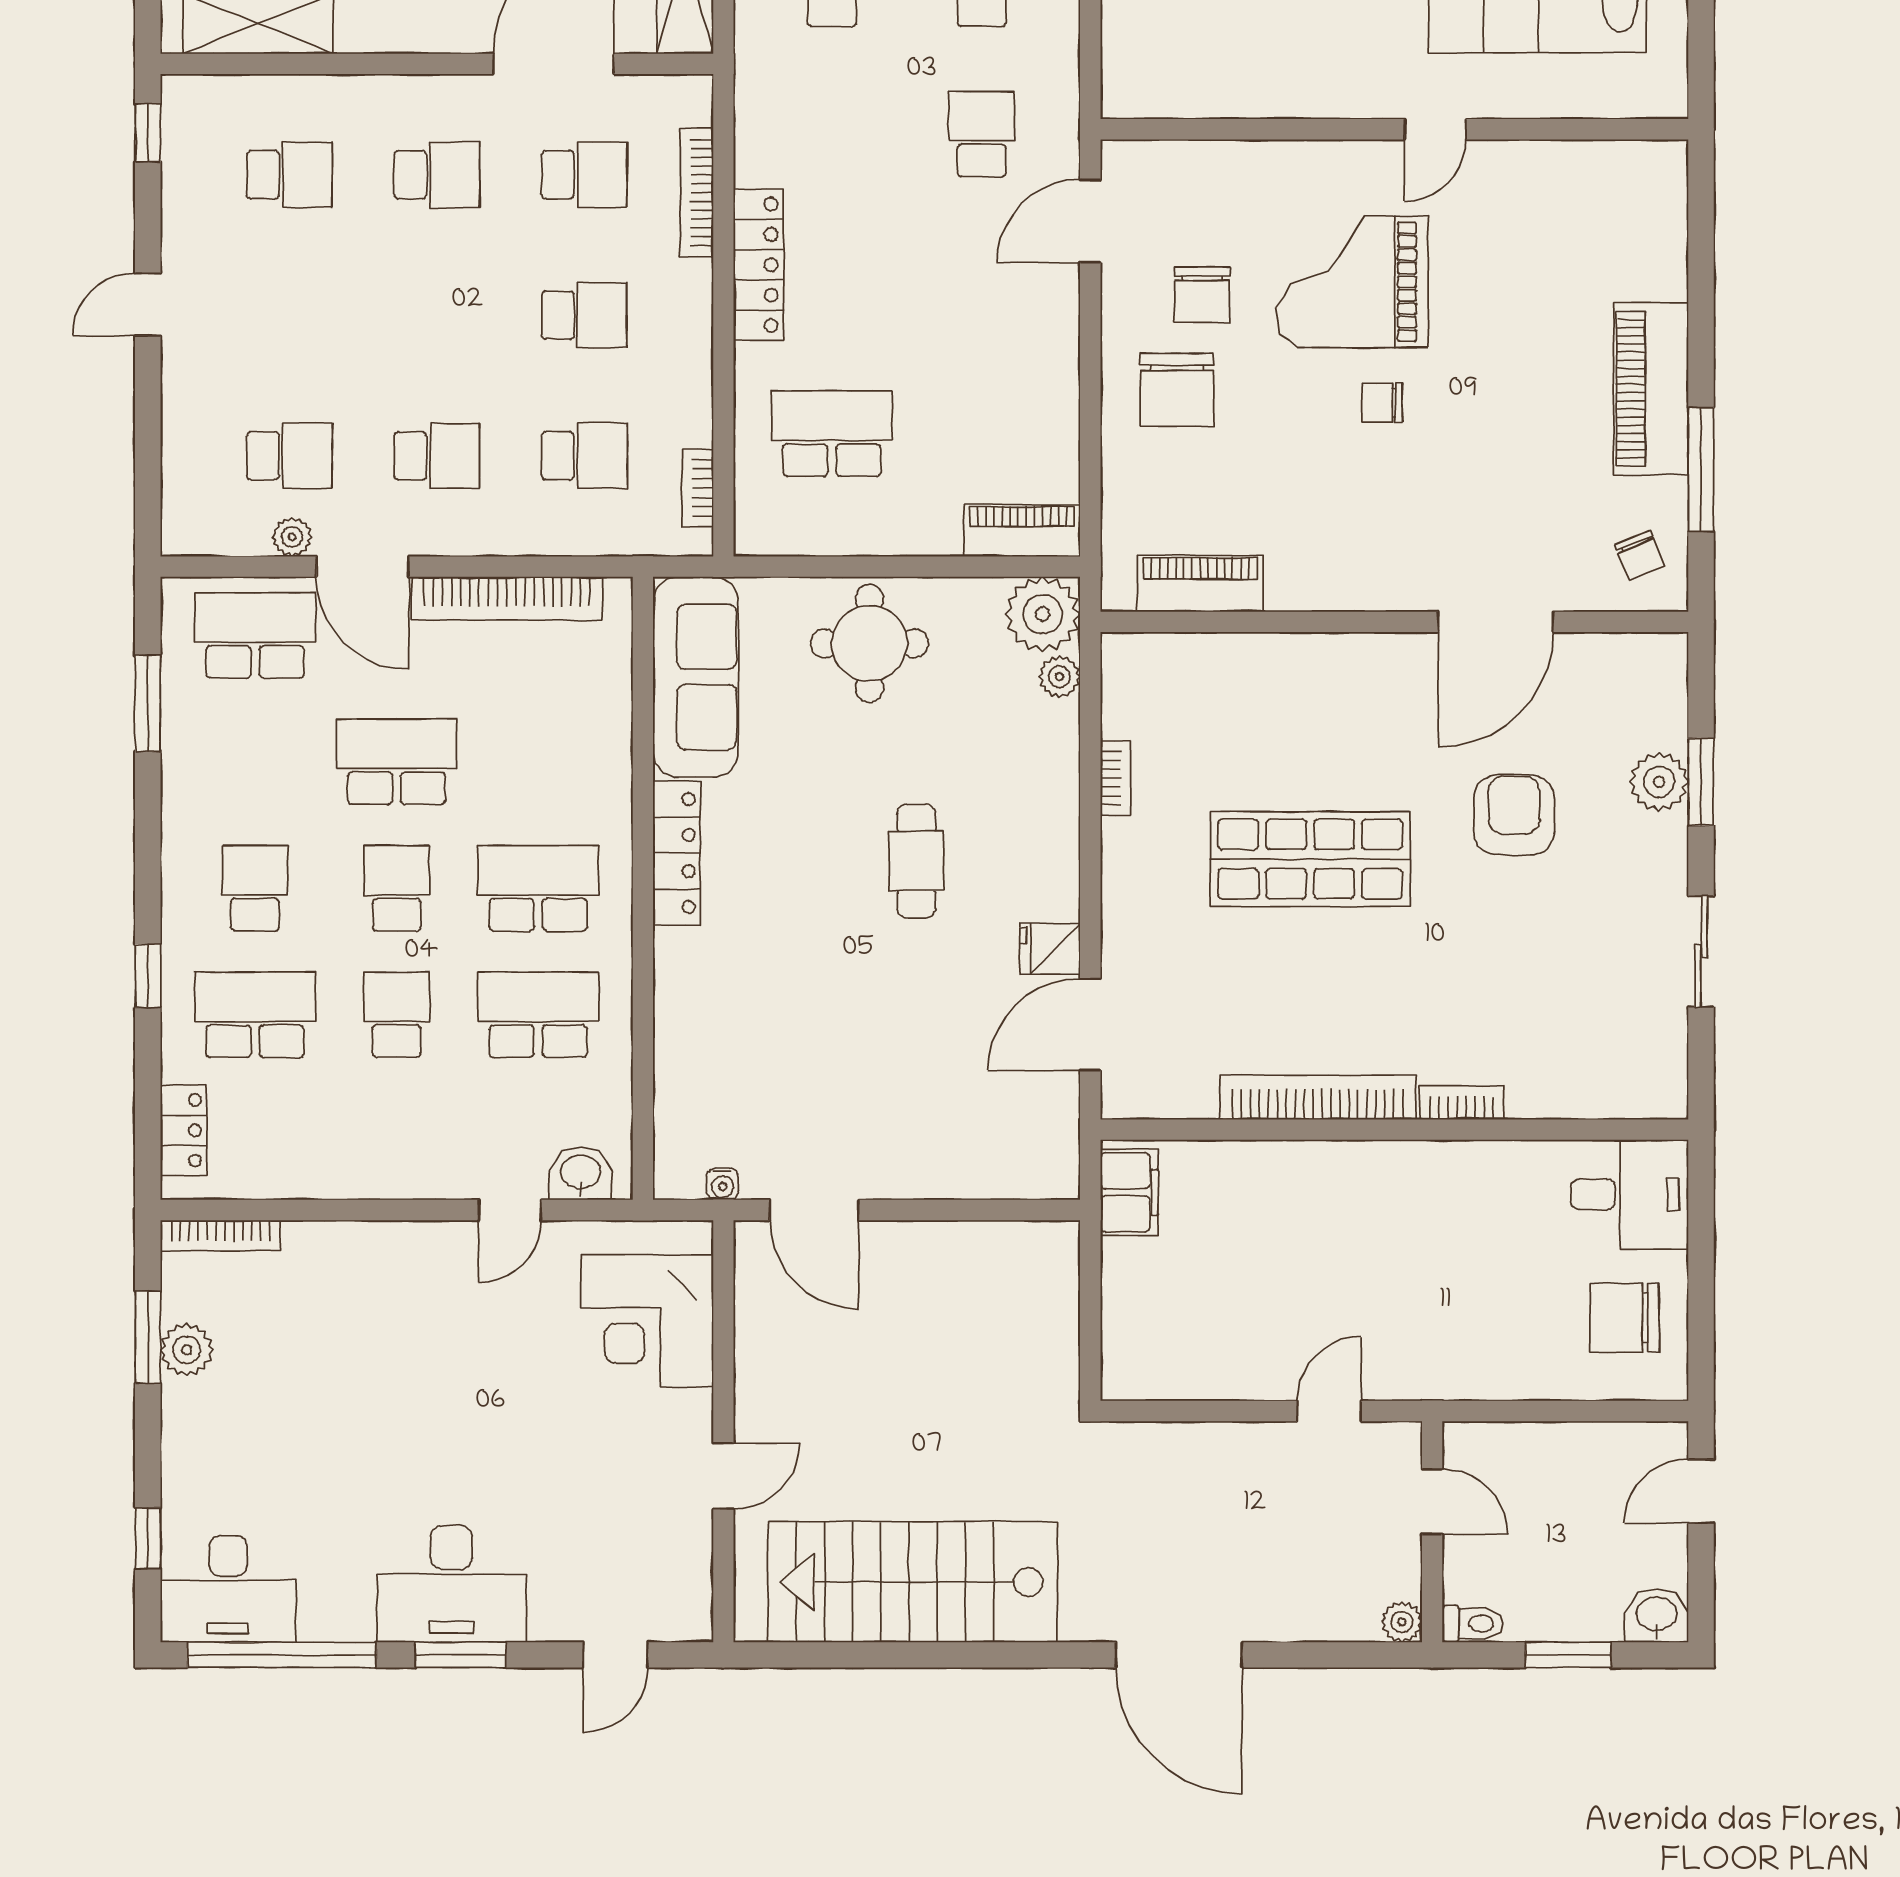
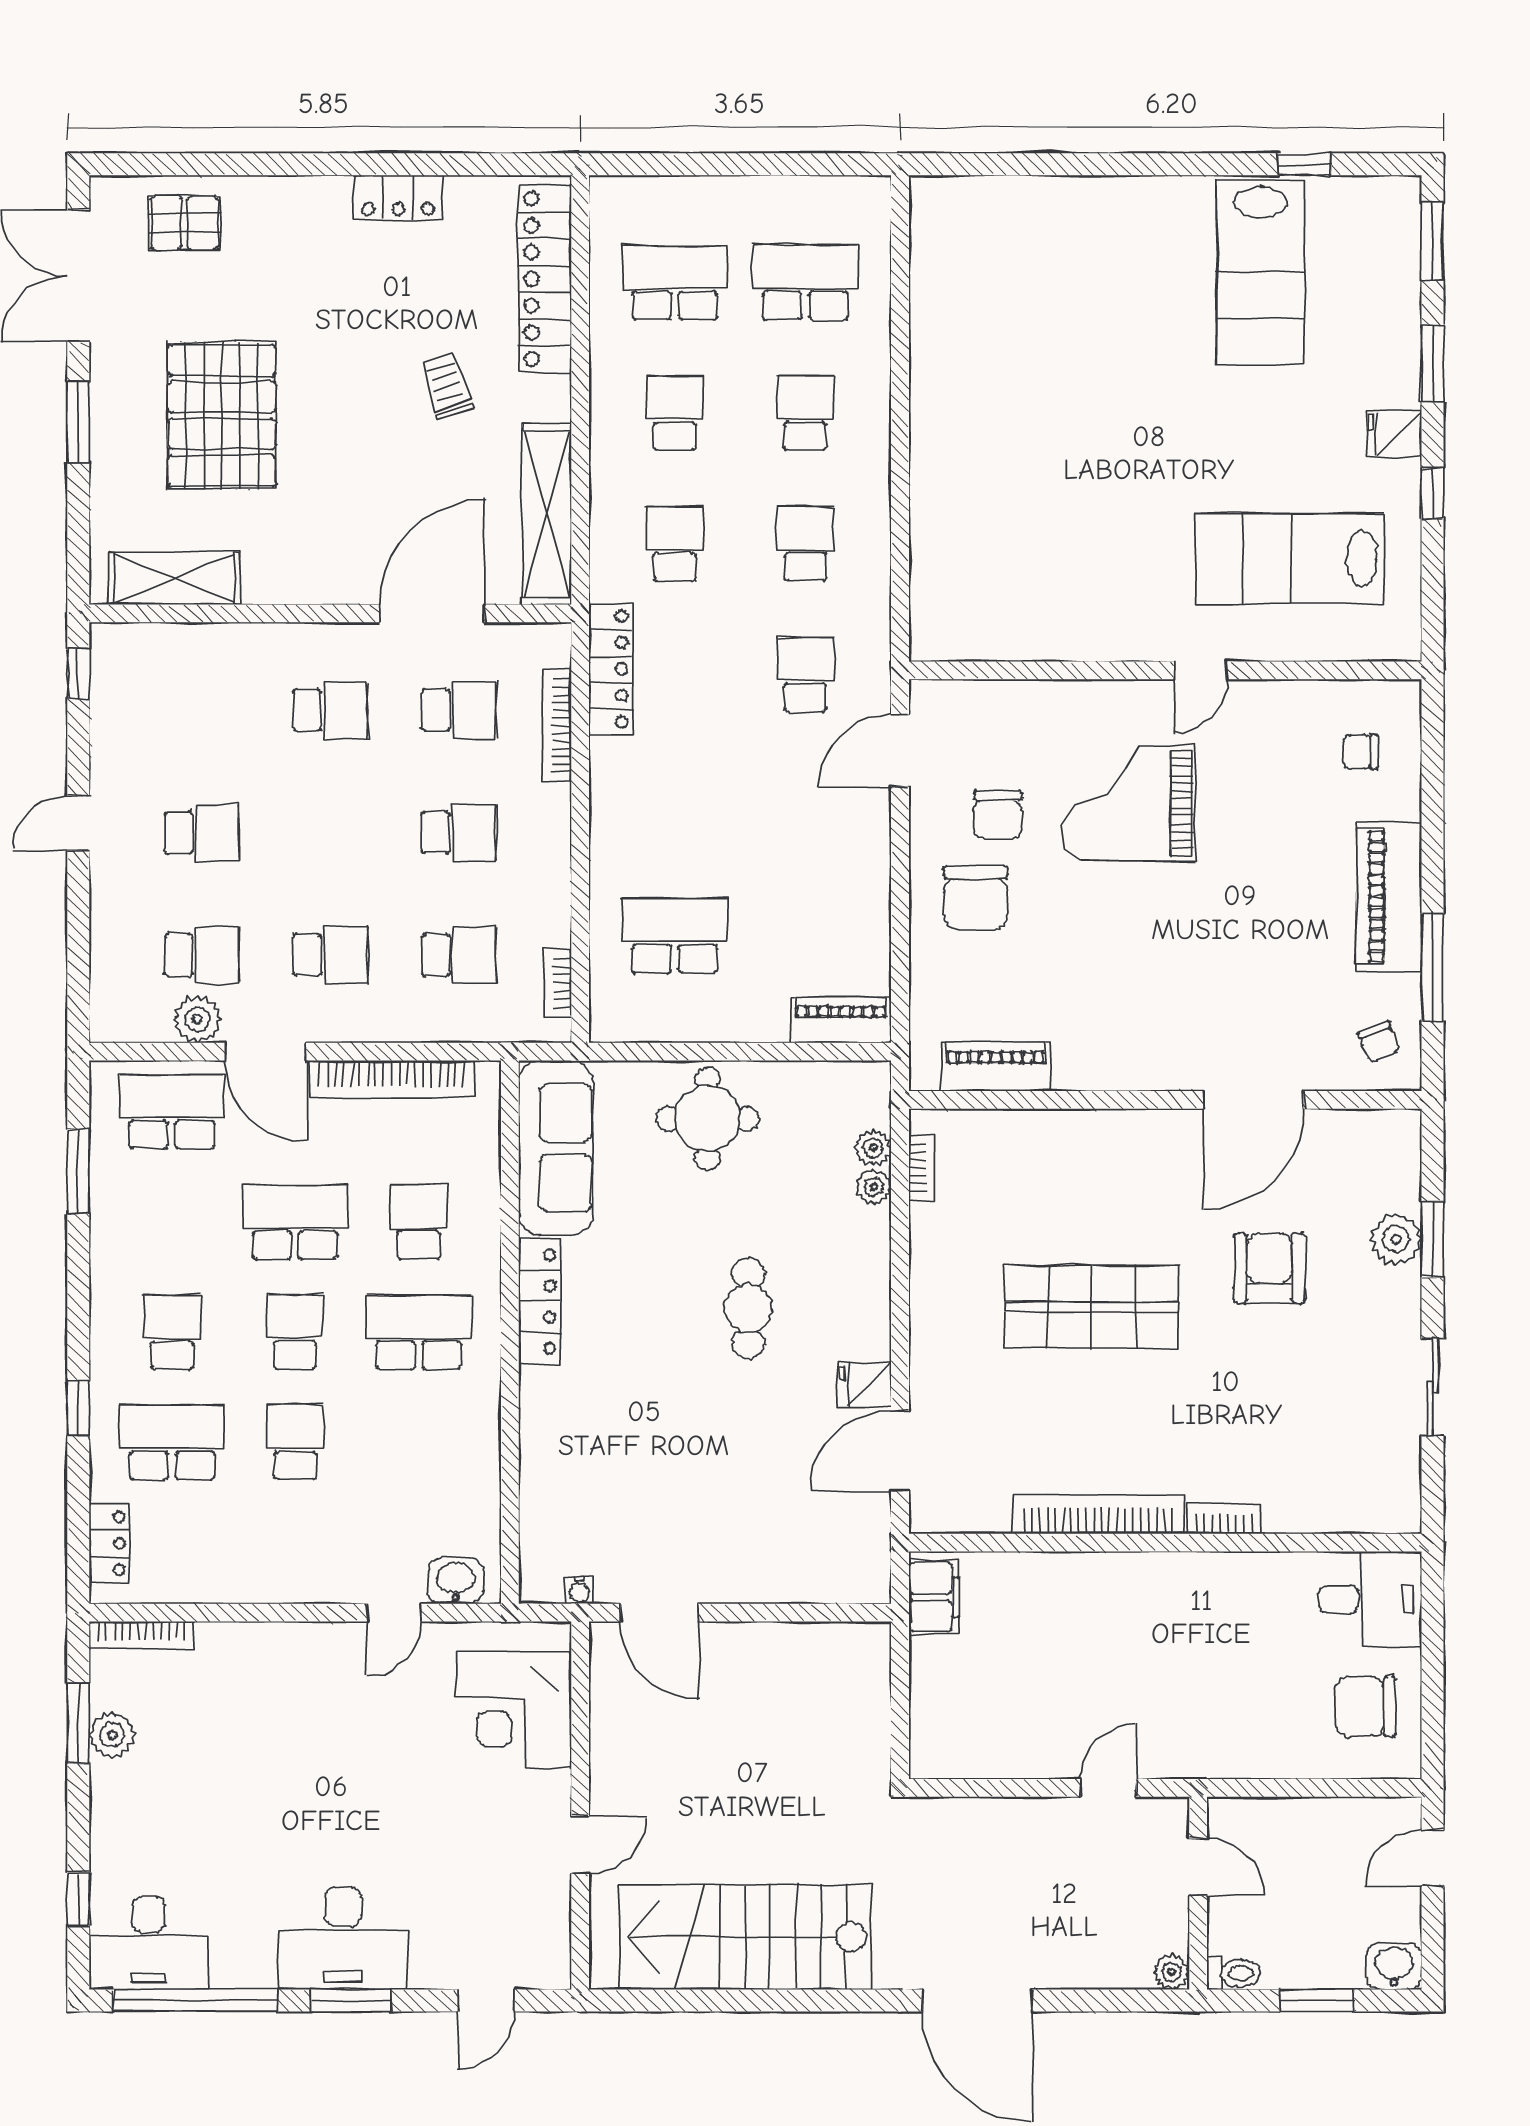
school desk: (289, 175) -> (202, 833), moved
locker: (759, 265) -> (611, 669), moved
chair: (1382, 403) -> (1360, 752), moved
plant: (292, 537) -> (198, 1019), width x1.38, depth x1.38
plant: (1043, 614) -> (874, 1187), moved, width x0.53, depth x0.53
bookcase: (1115, 778) -> (922, 1168), moved
school desk: (538, 1015) -> (419, 1222), moved, width x0.54

